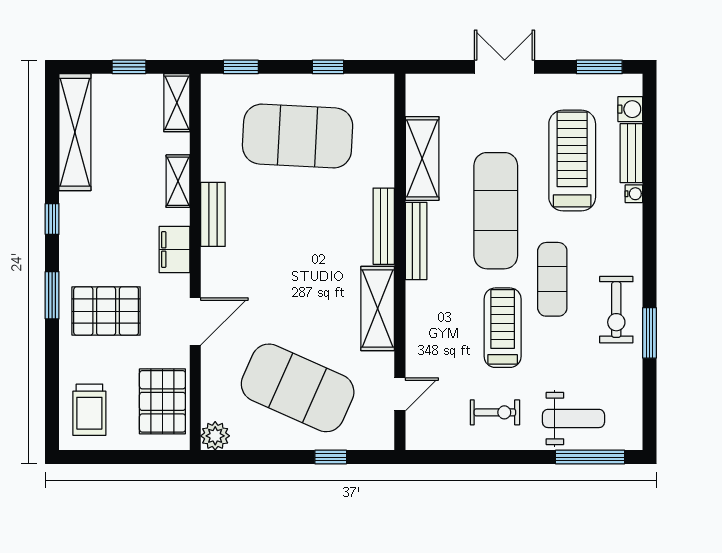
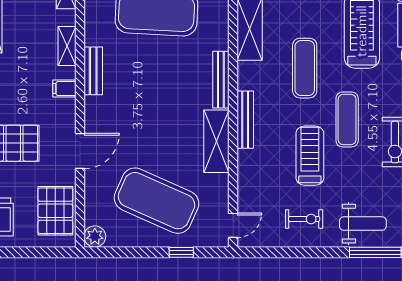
exercise mat: (496, 211) -> (305, 68), width x0.73, depth x0.69
bench: (416, 241) -> (245, 120), moved
filing cabinet: (174, 249) -> (64, 89), width x0.50
door: (400, 394) -> (233, 225), moved

